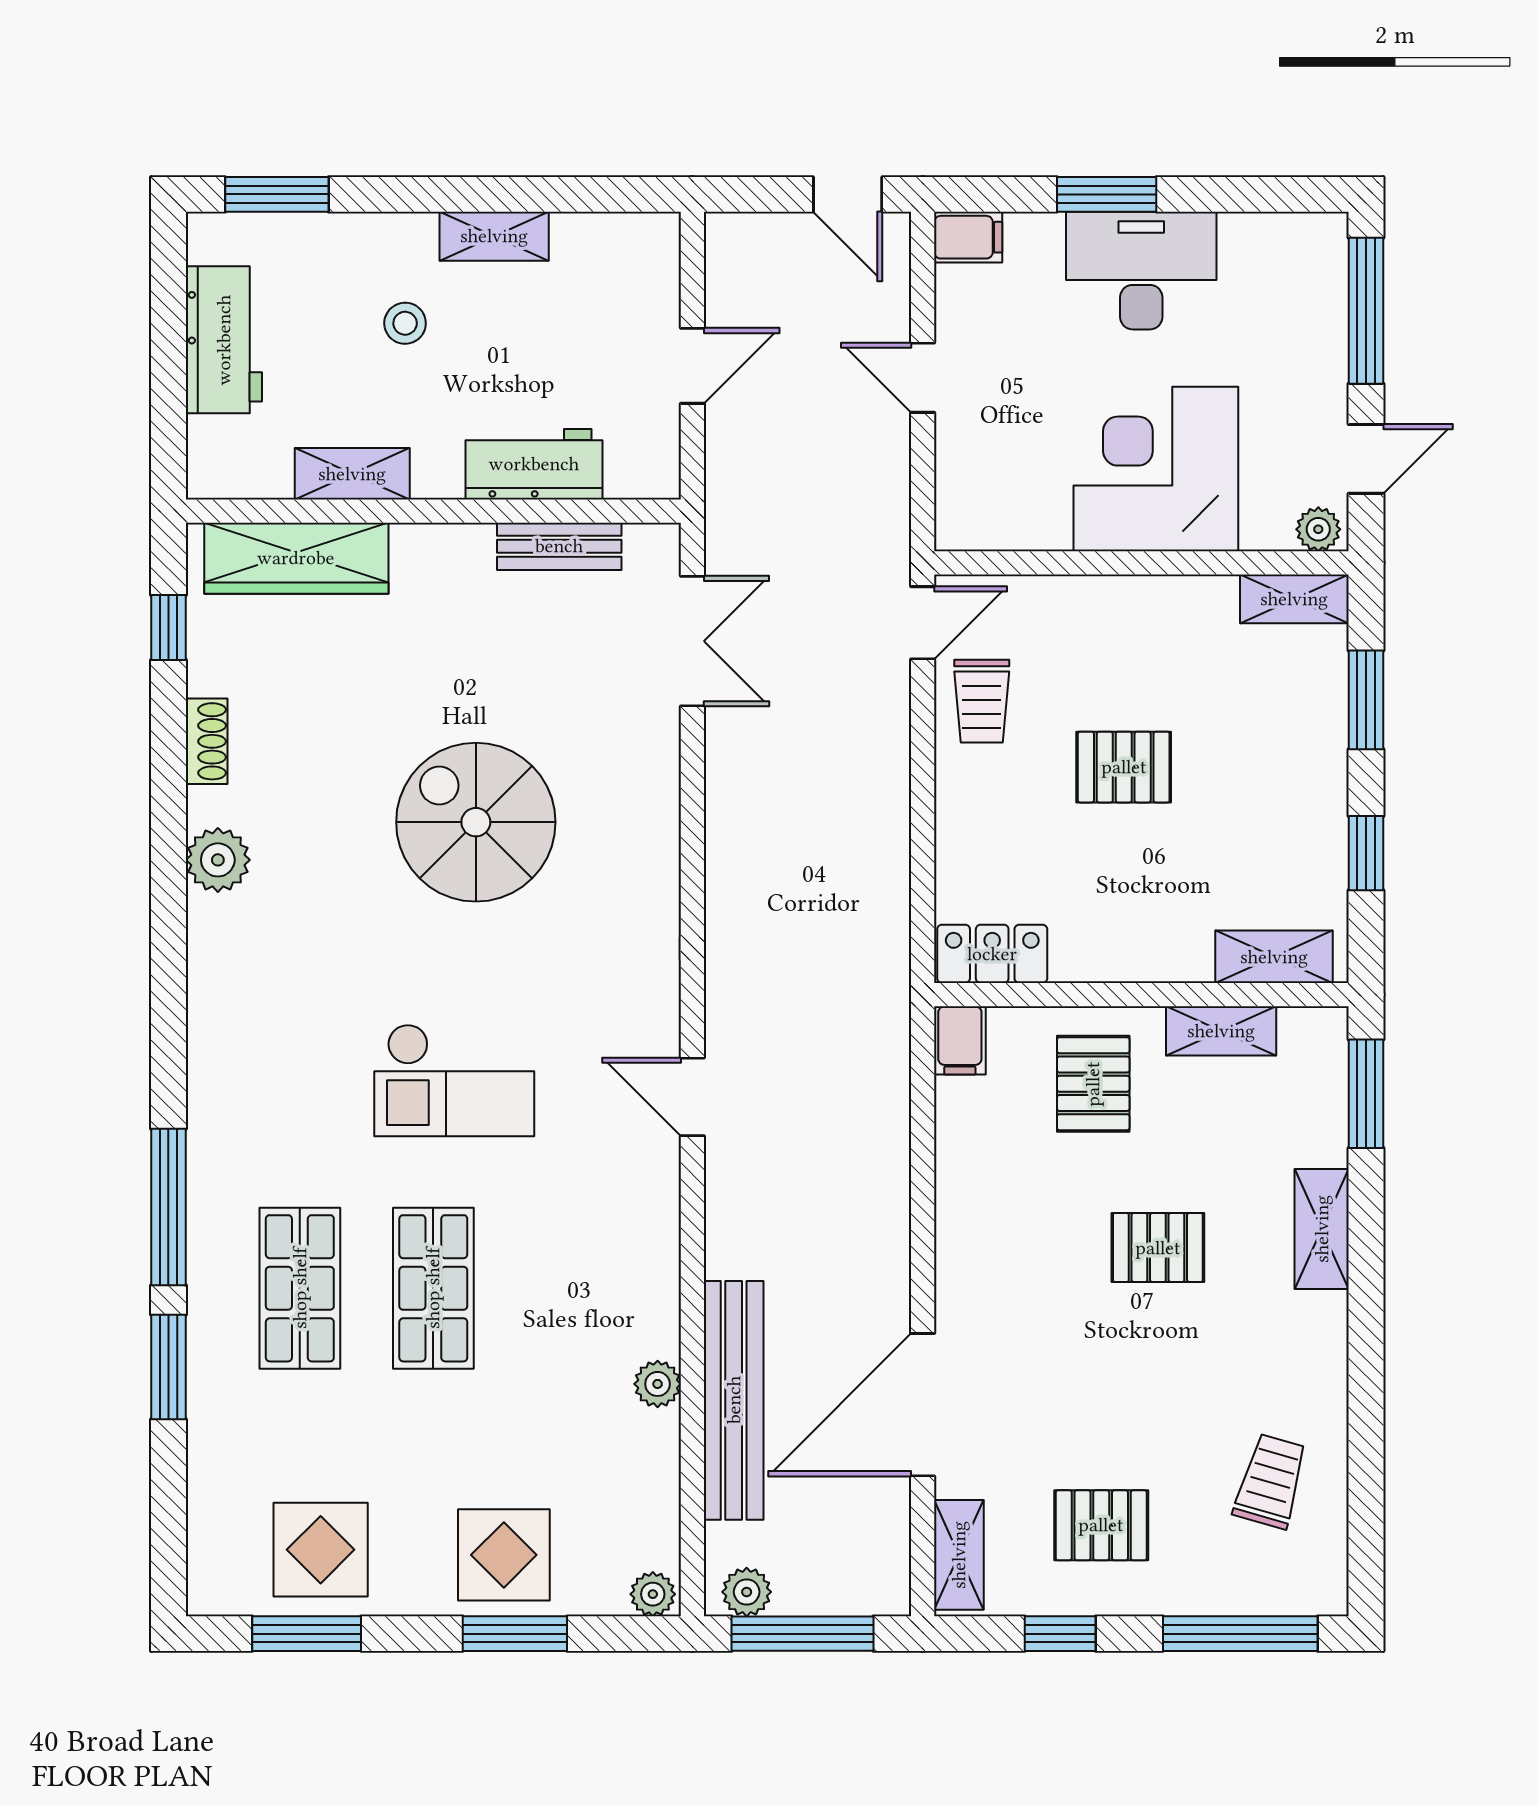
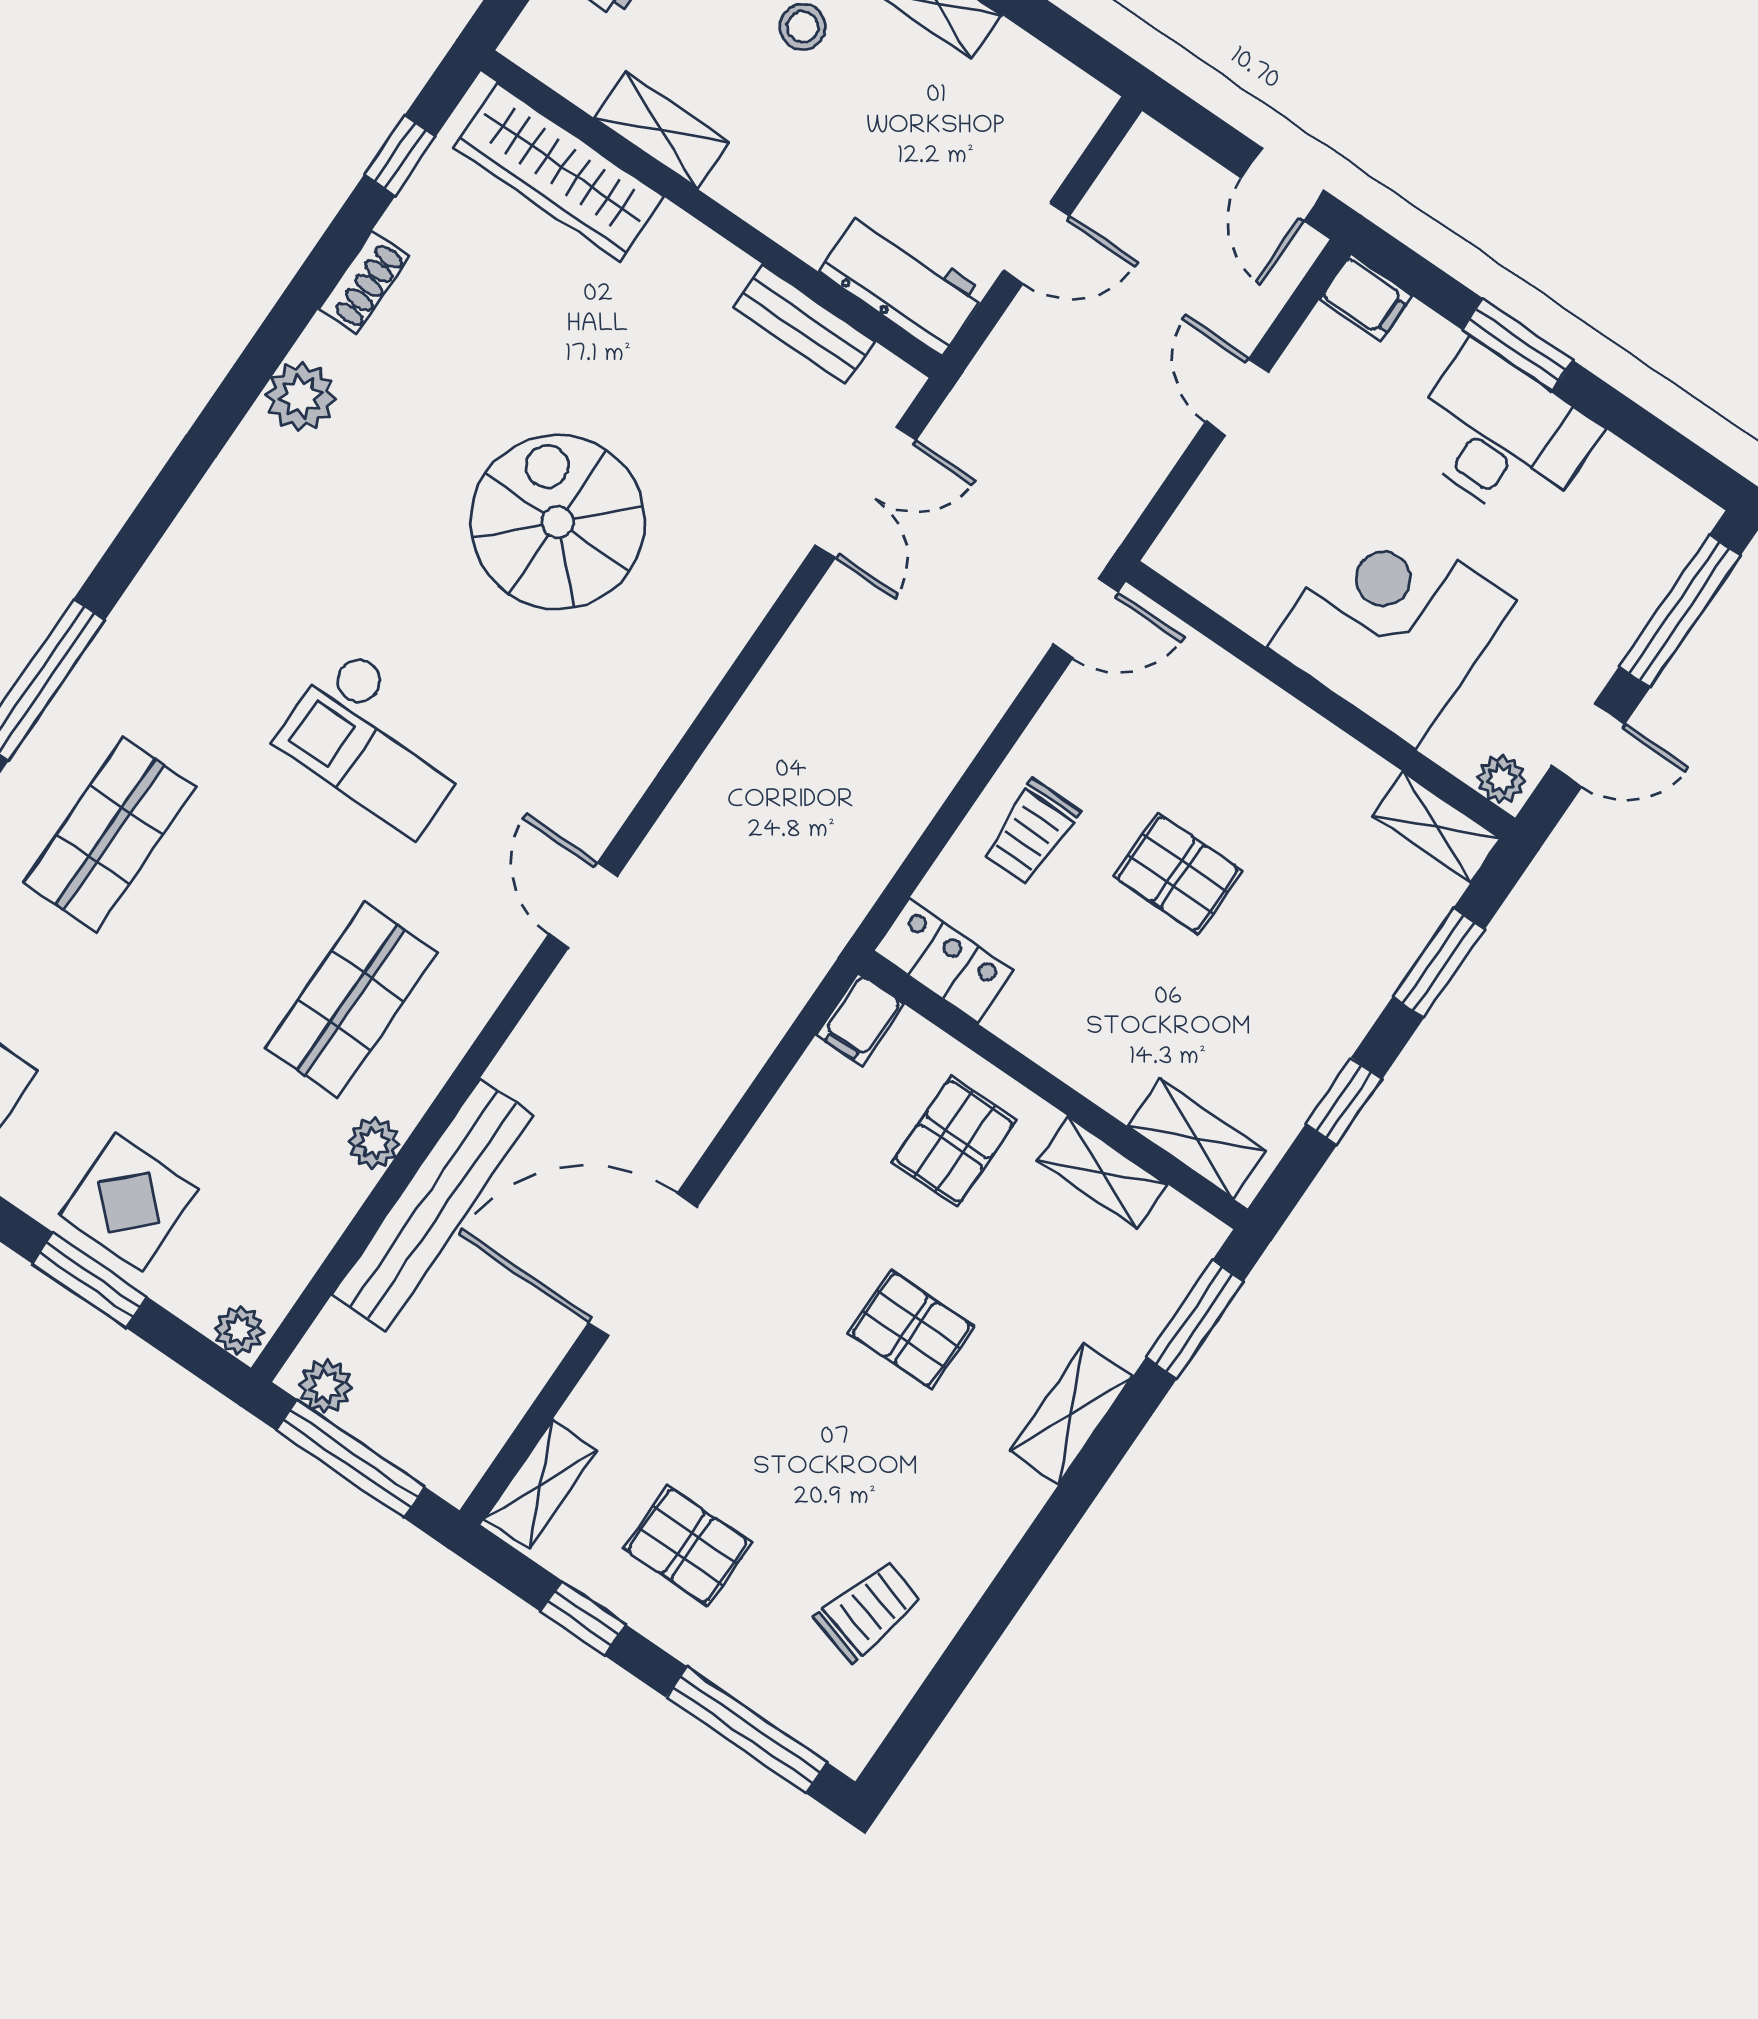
workbench: (534, 464) -> (902, 282), moved
trolley: (982, 701) -> (1031, 832), moved
shop shelf: (433, 1288) -> (351, 1000), moved
door: (923, 1405) -> (643, 1265), moved

